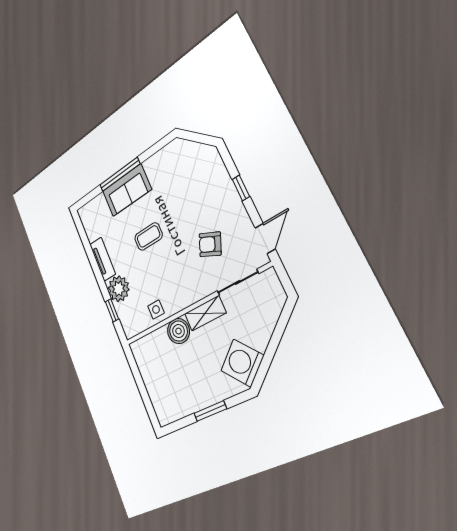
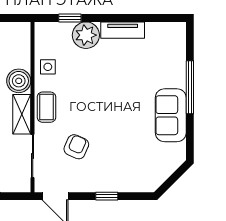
sofa: (127, 190) -> (171, 115), moved
coffee table: (149, 237) -> (46, 107), moved

